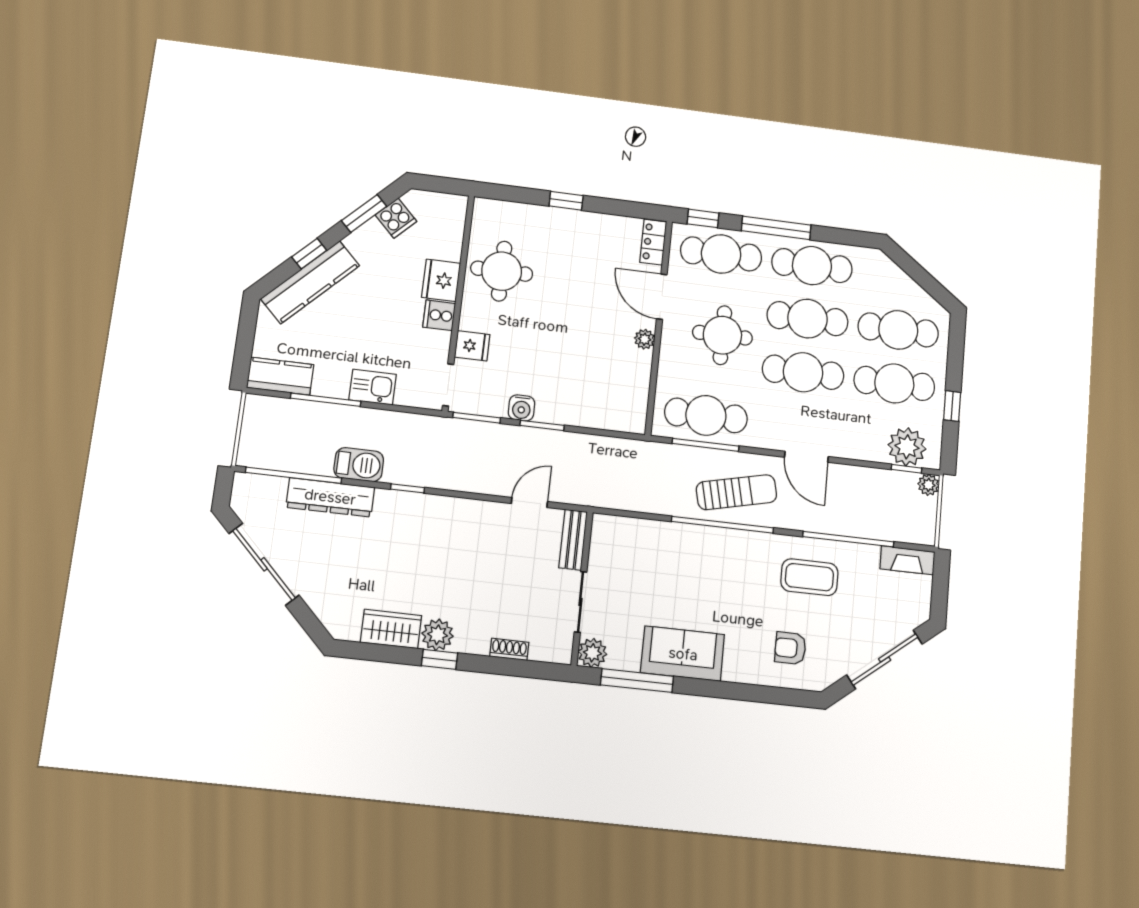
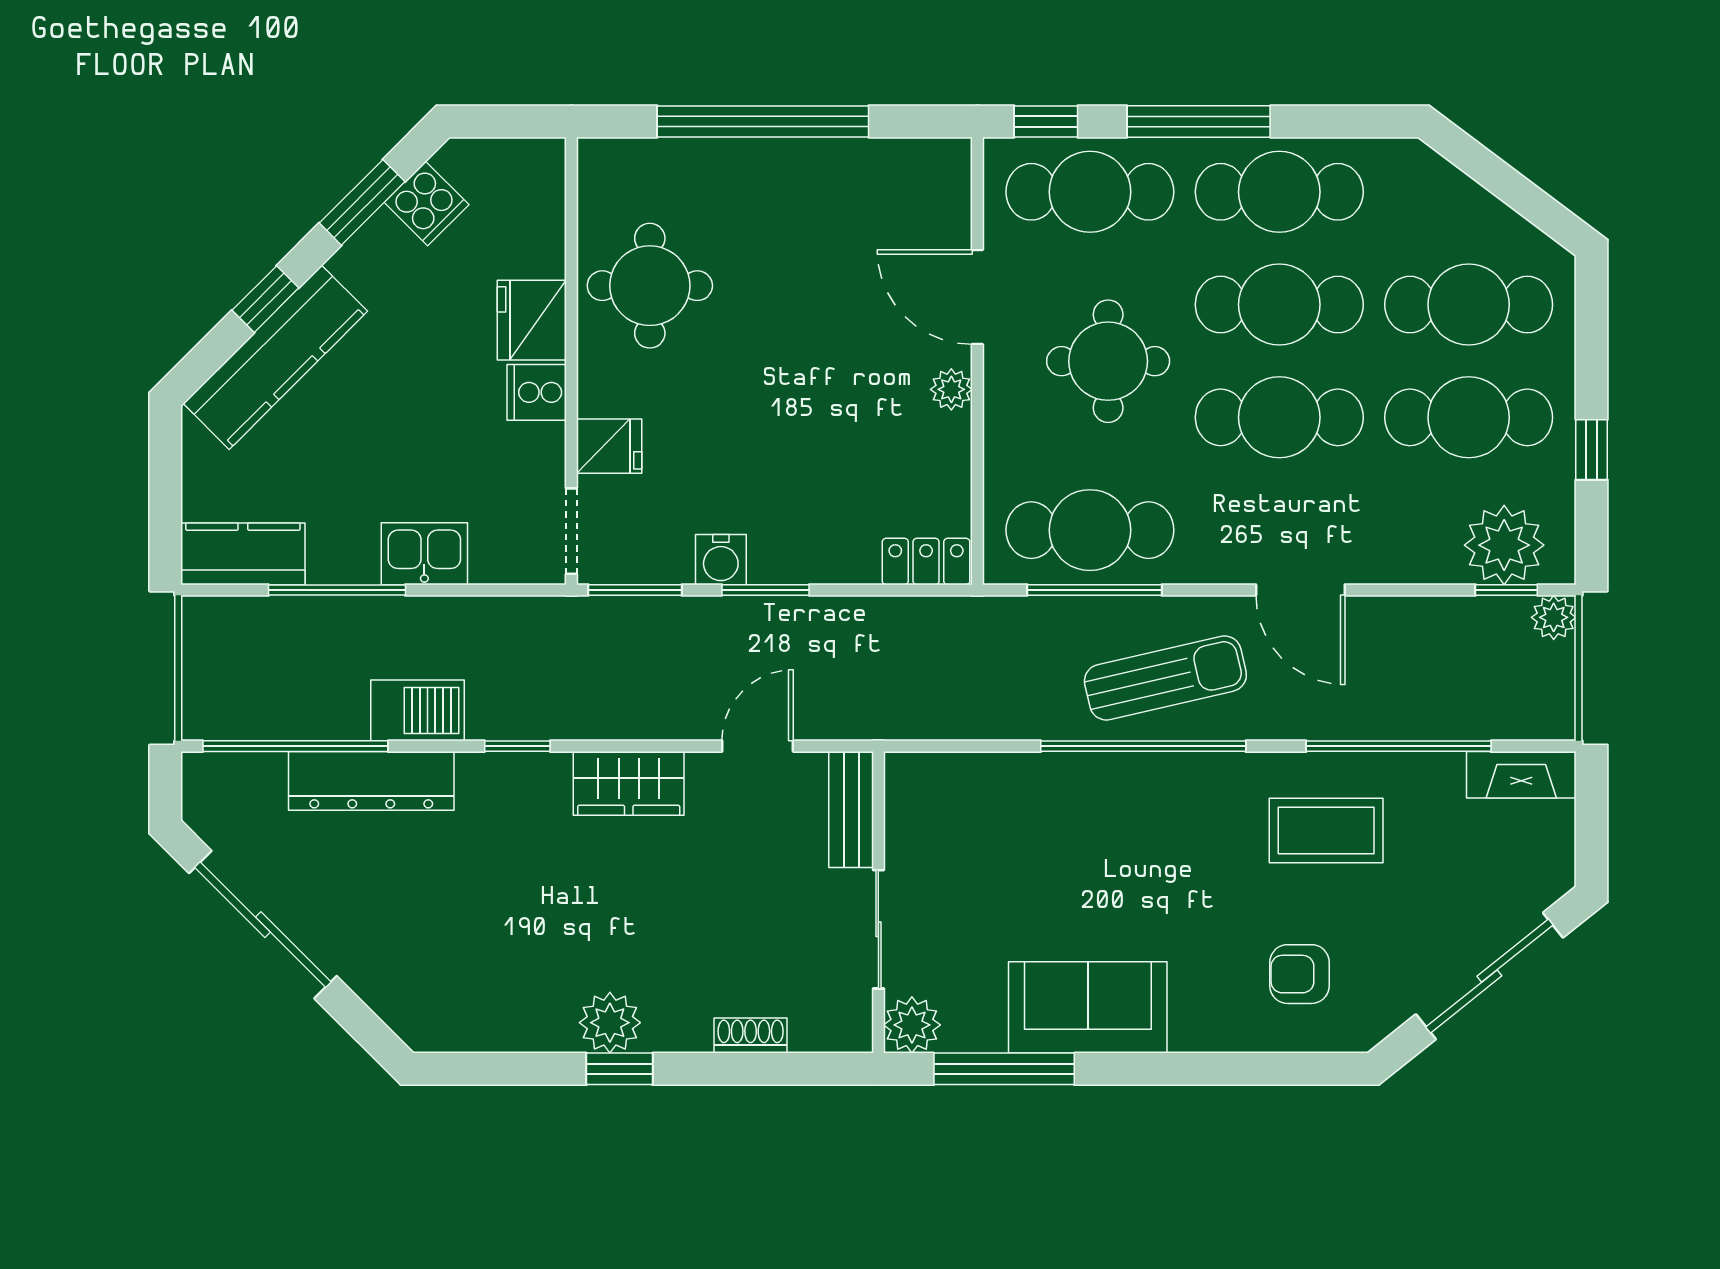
window: (566, 201) -> (763, 122), width x3.17
locker: (653, 242) -> (926, 561), moved, turned 90
wardrobe: (391, 629) -> (629, 783), moved, turned 180

